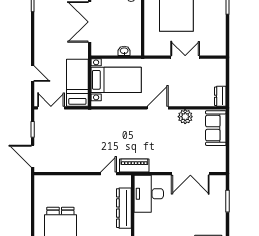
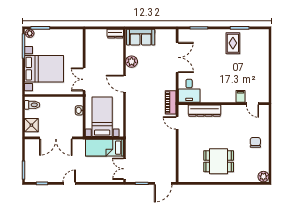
double door: (185, 57) -> (84, 79), moved
door: (33, 74) -> (69, 183), moved
desk: (149, 194) -> (189, 91), width x0.73

